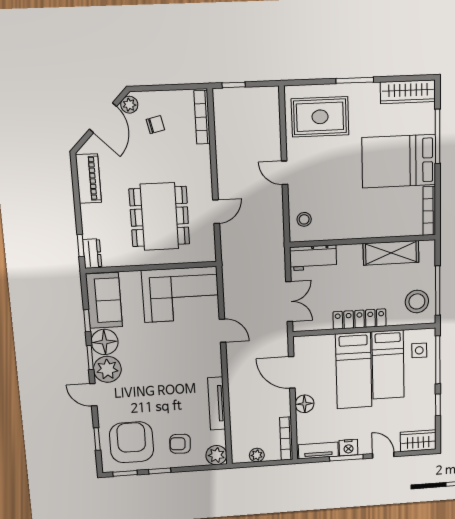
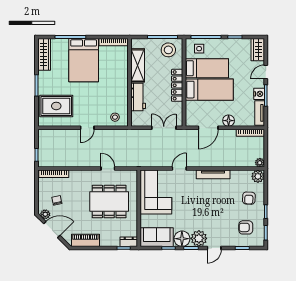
rug: (320, 117) -> (56, 106), turned 90
workbench: (313, 258) -> (138, 97), moved
tv unit: (217, 404) -> (213, 174), moved
armchair: (132, 442) -> (246, 227), width x0.53, depth x0.53
plant: (257, 455) -> (260, 163), moved

